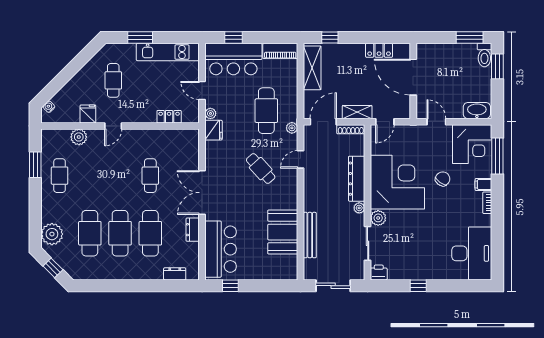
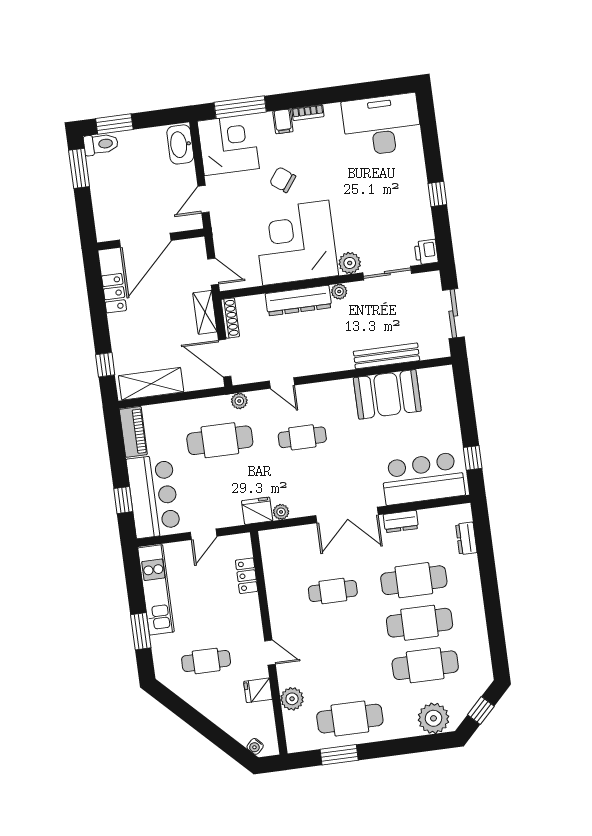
plant: (210, 113) -> (281, 512), moved
cafe table: (261, 169) -> (302, 437), turned 42
cafe table: (60, 176) -> (350, 719), width x1.37, depth x1.35

